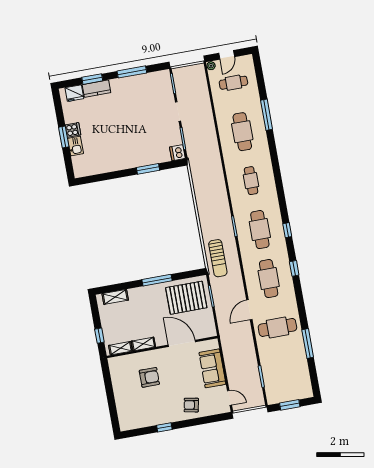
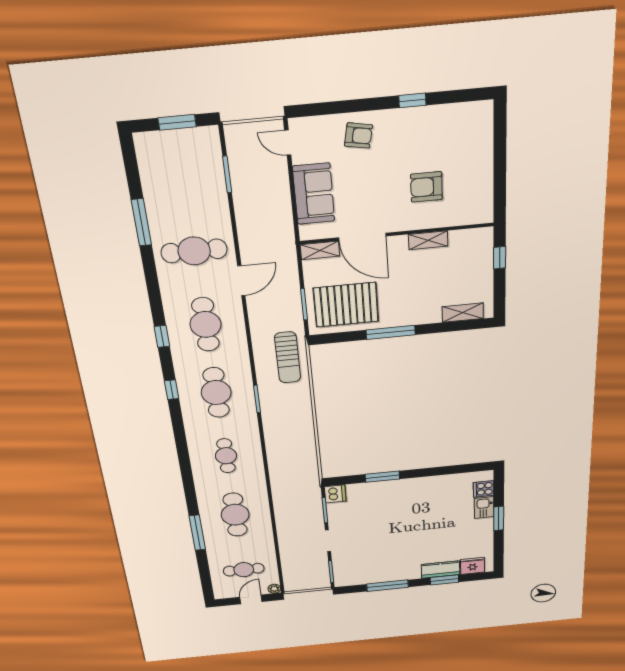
cooker: (73, 130) -> (484, 489), moved
sun lounger: (218, 258) -> (288, 357), turned 180
shelving: (120, 348) -> (320, 250), moved

